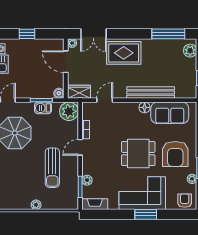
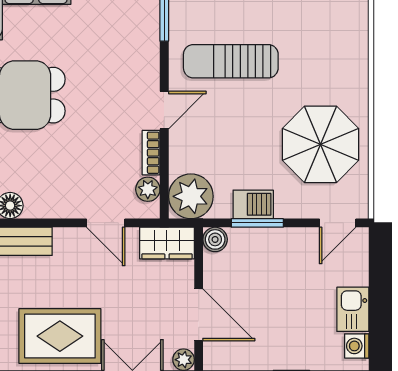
door: (105, 100) -> (106, 223), hinge flipped
sun lounger: (52, 168) -> (231, 61), turned -90
plant: (87, 180) -> (148, 189), moved

